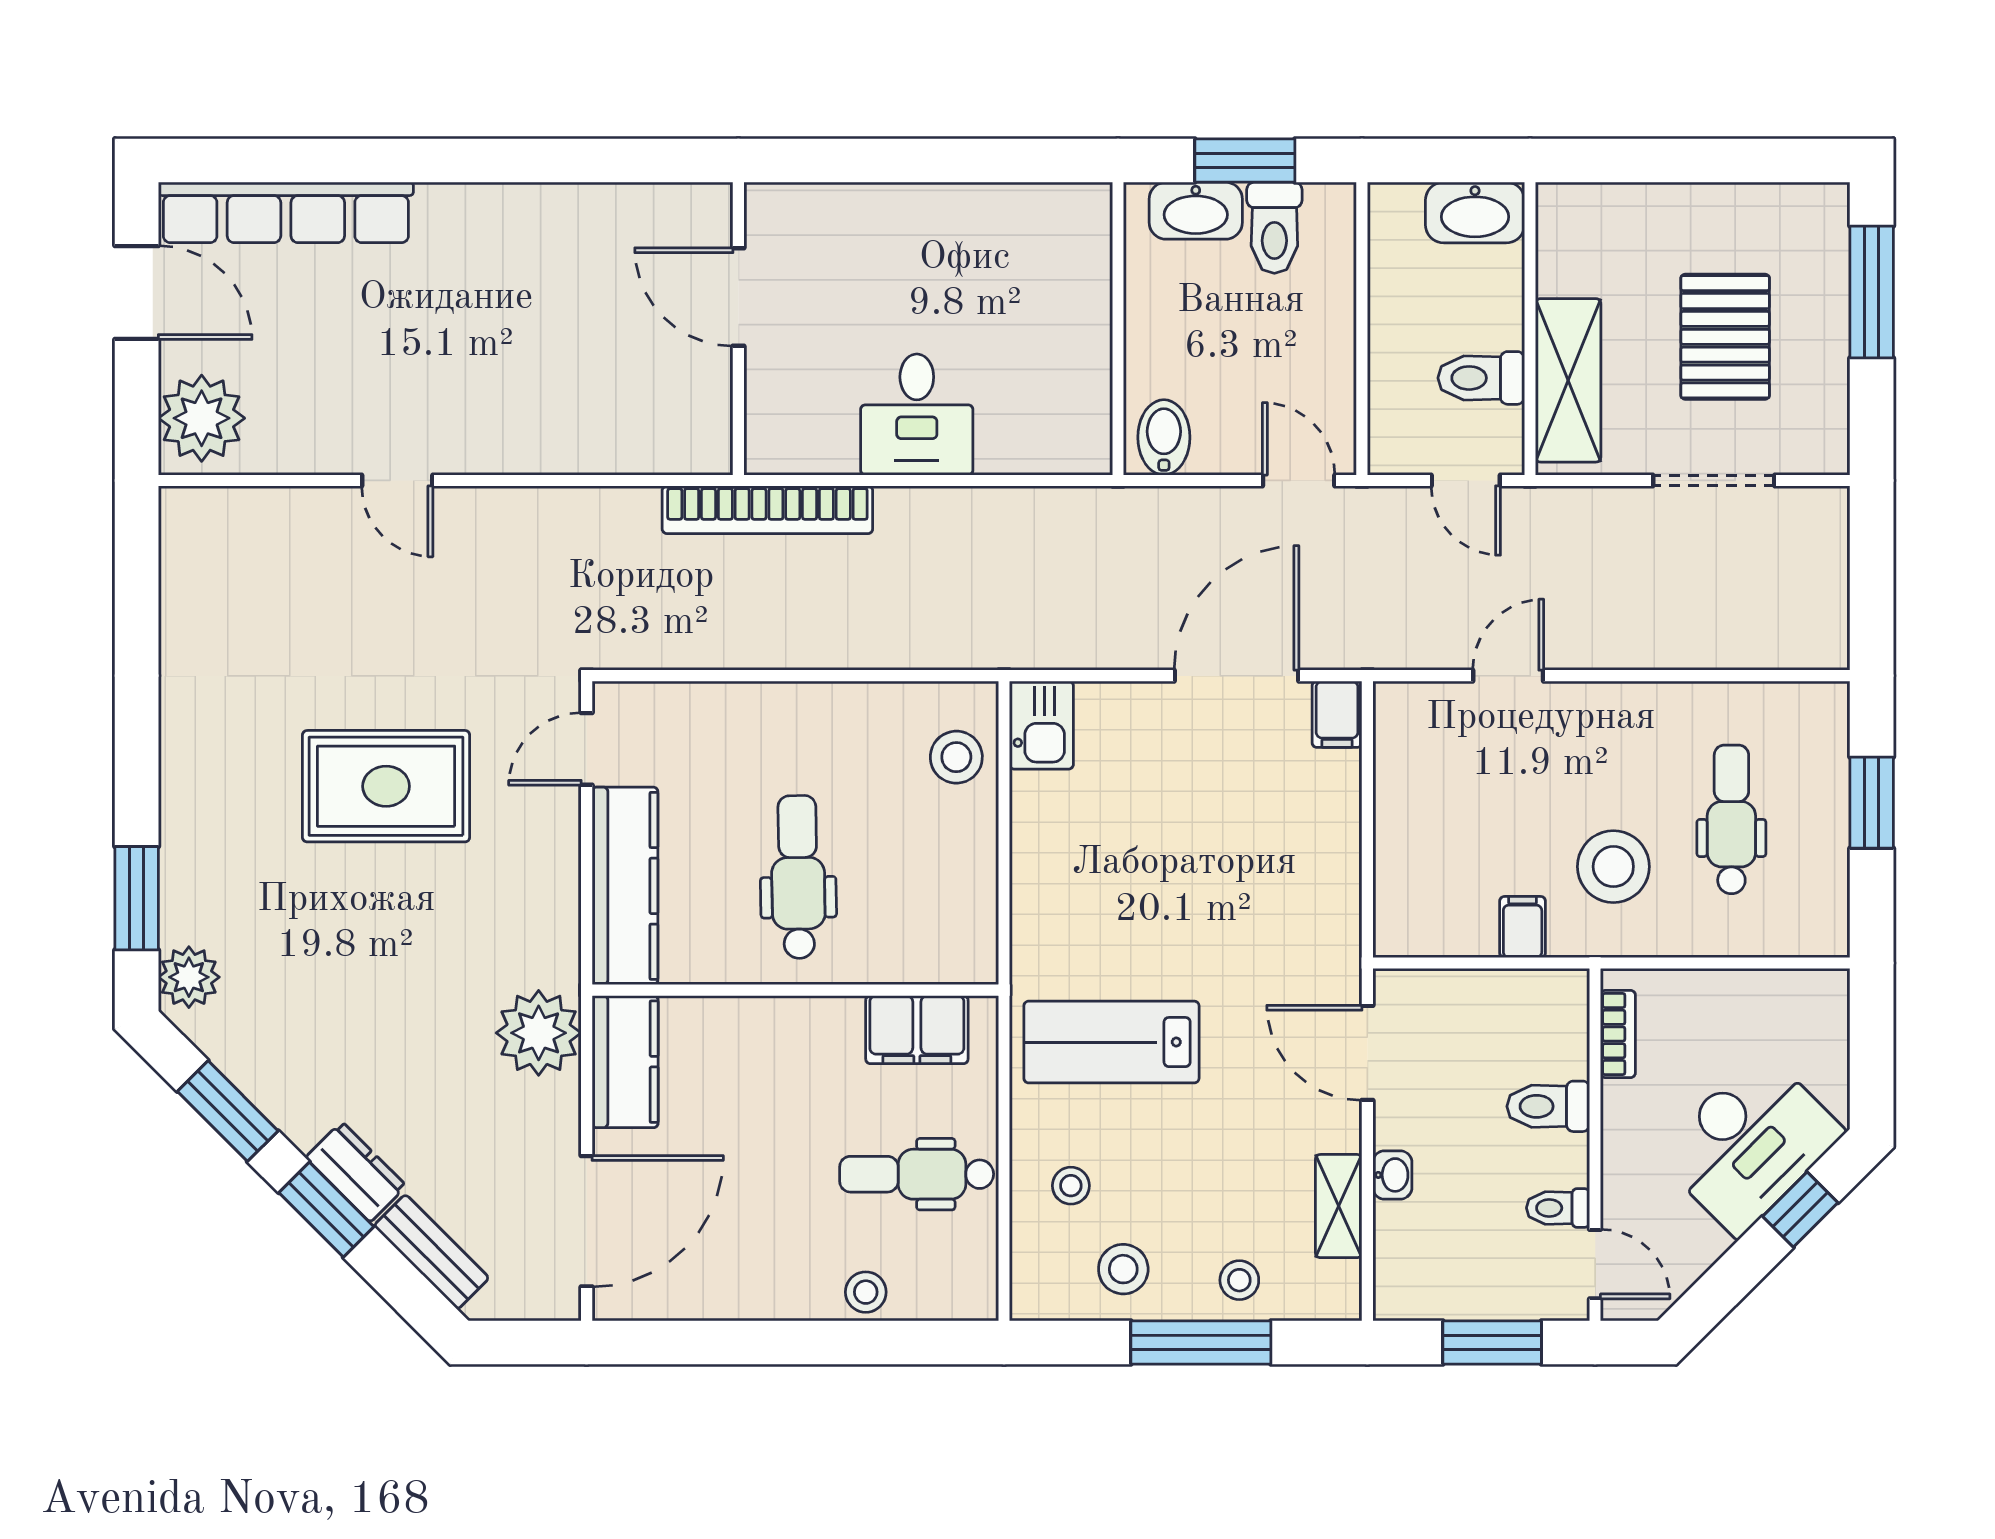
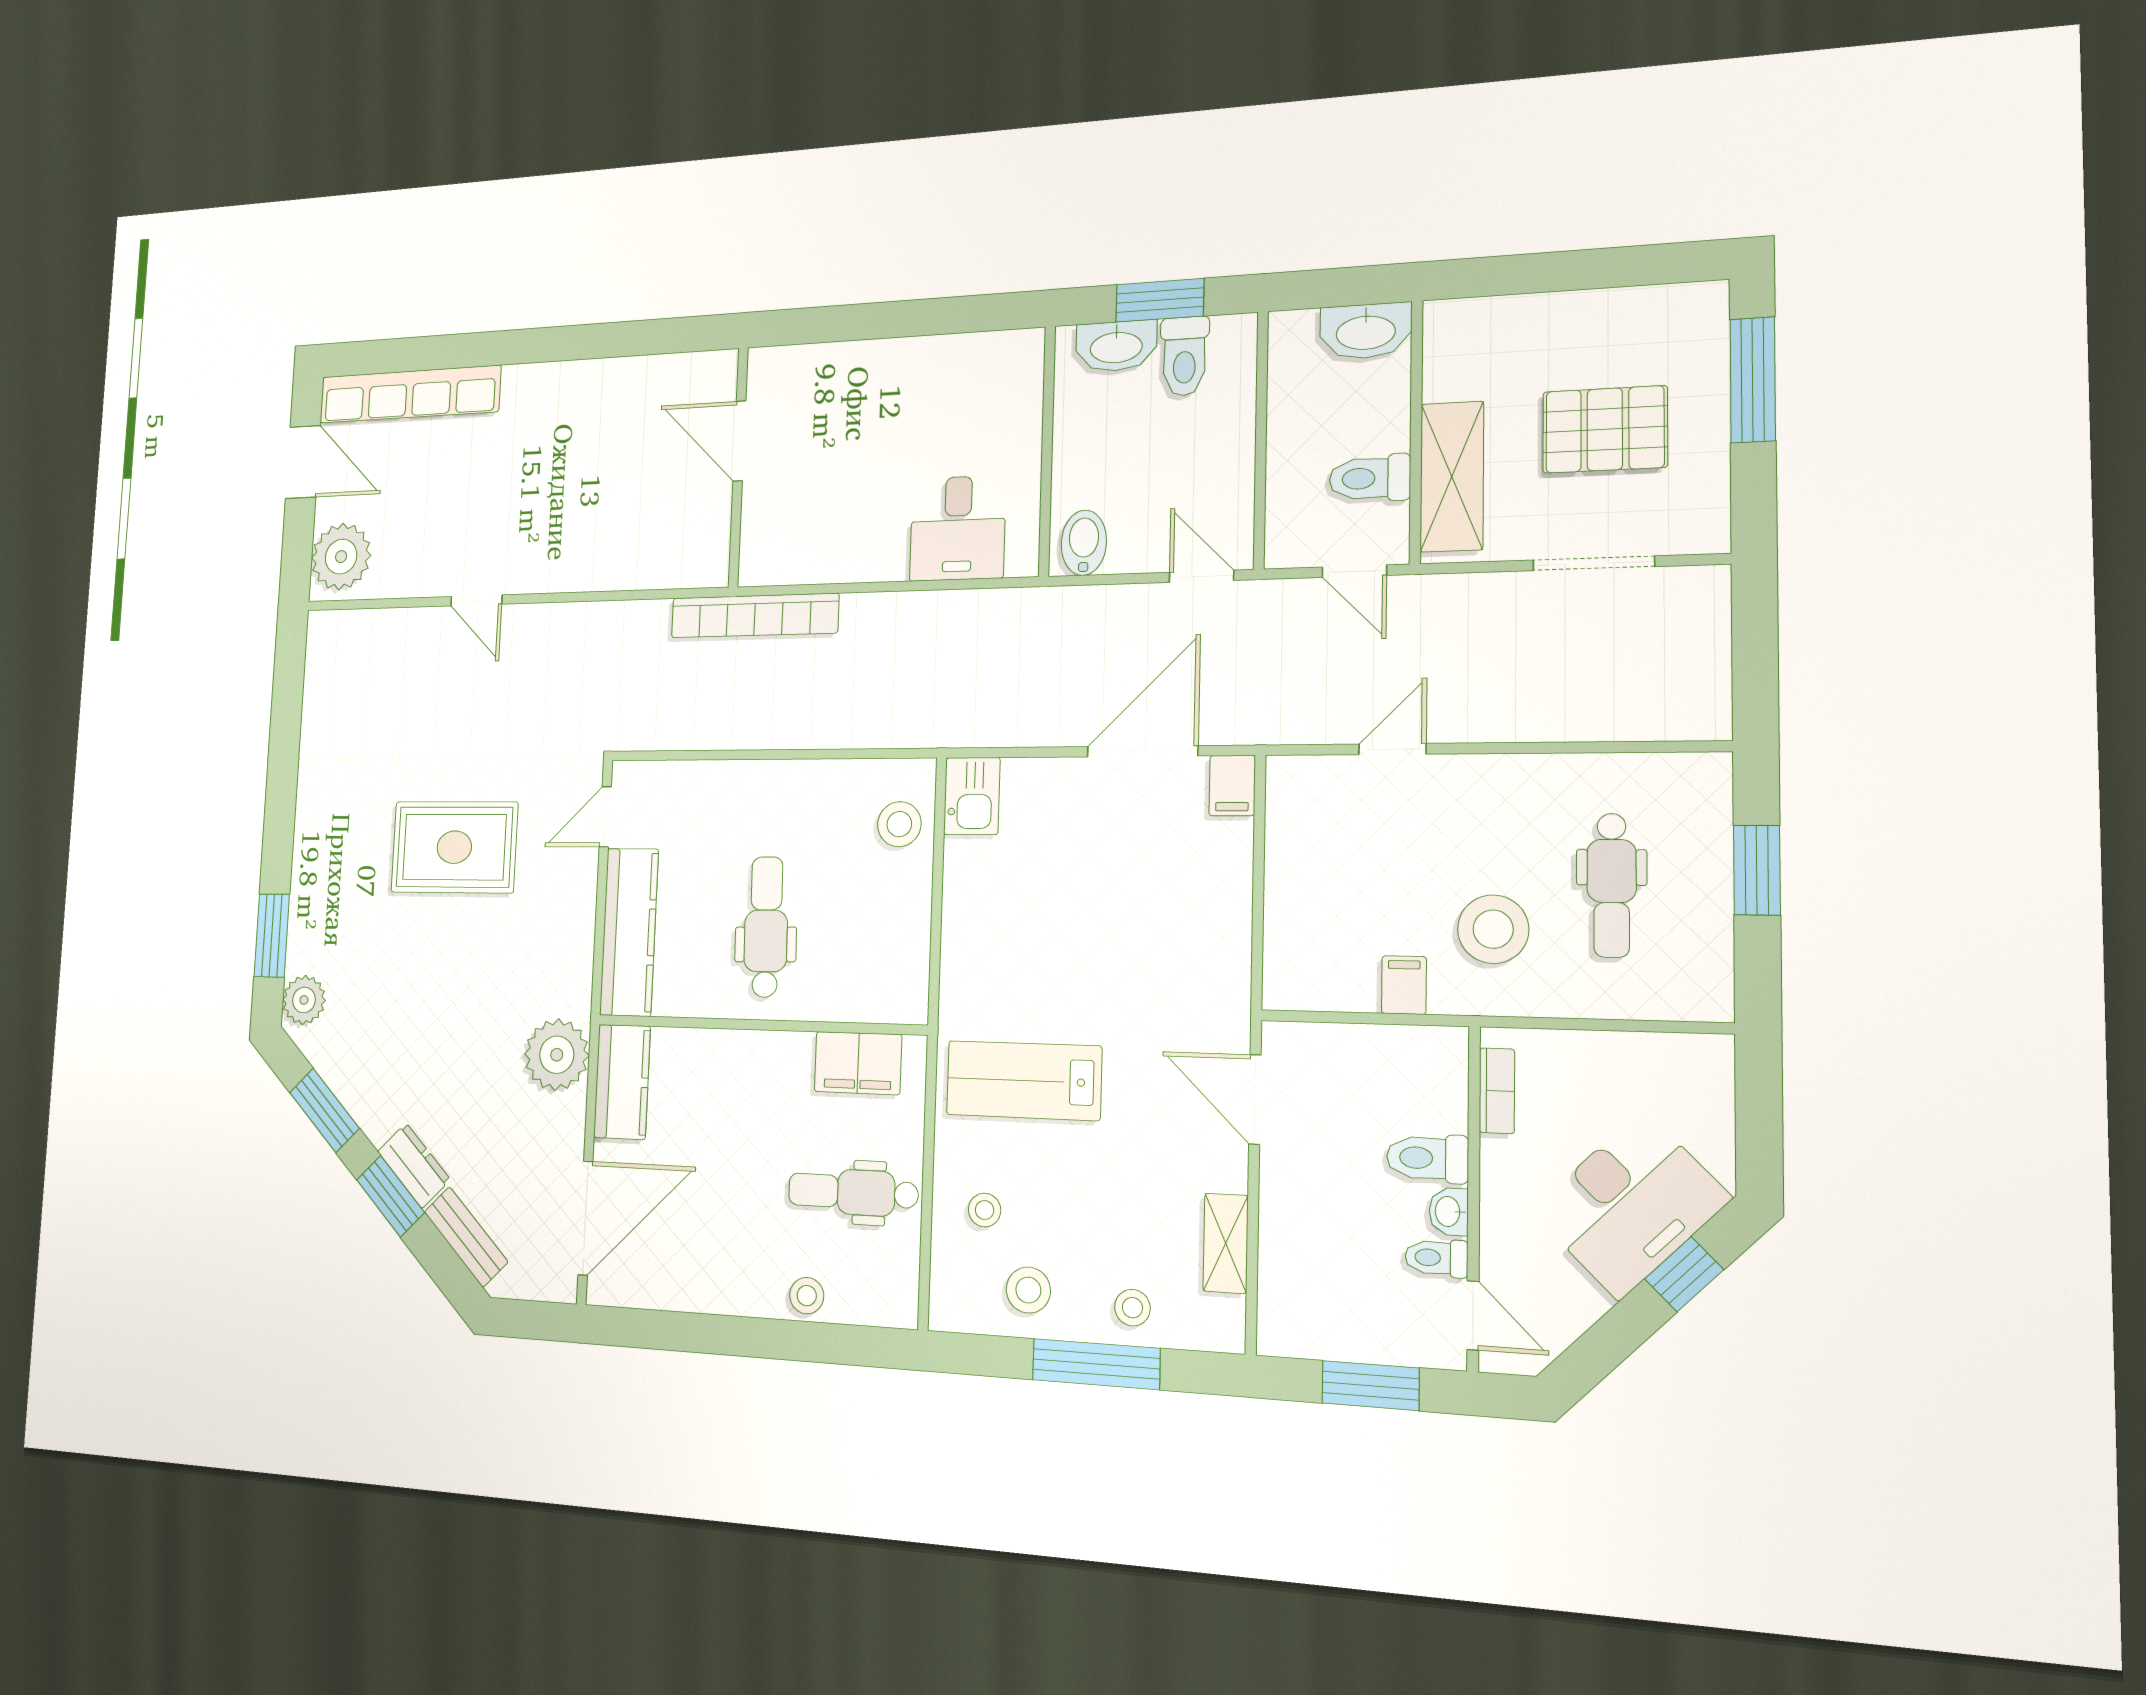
pallet: (1725, 337) -> (1605, 429), turned 90
desk: (917, 414) -> (958, 528), moved
dental chair: (1731, 819) -> (1612, 885), turned 180
washbasin: (1392, 1175) -> (1449, 1212), moved, turned 180

